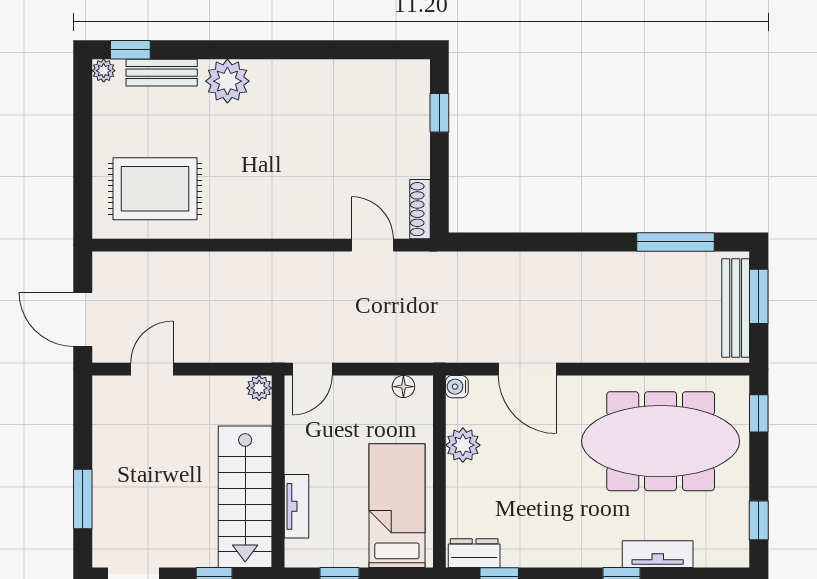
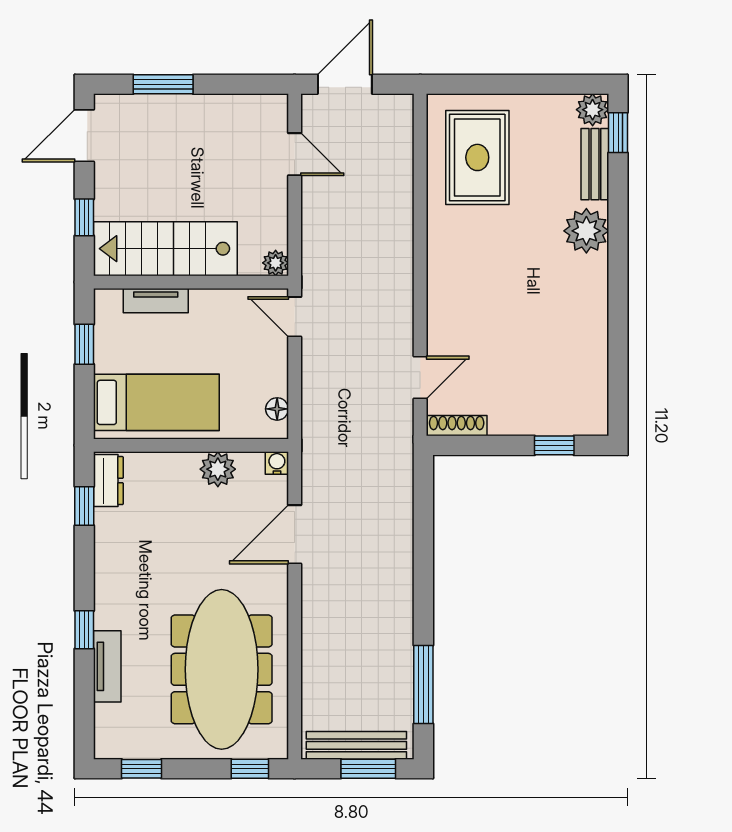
plant: (104, 71) -> (593, 110), width x1.38, depth x1.38

